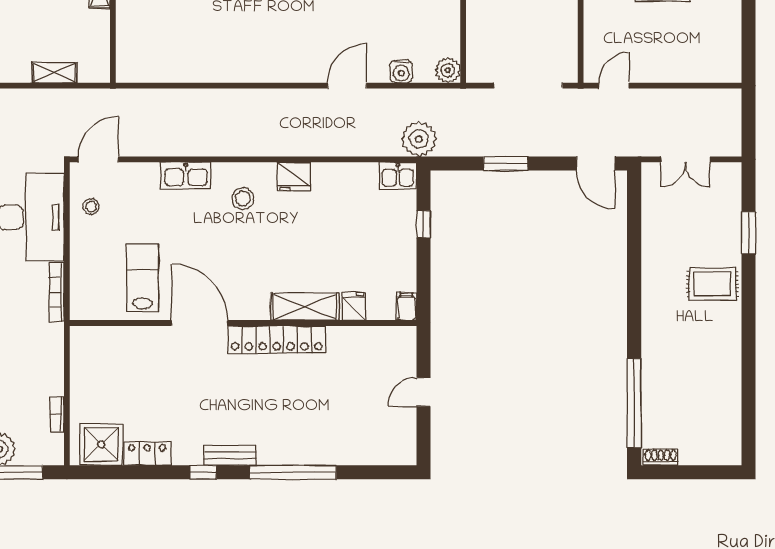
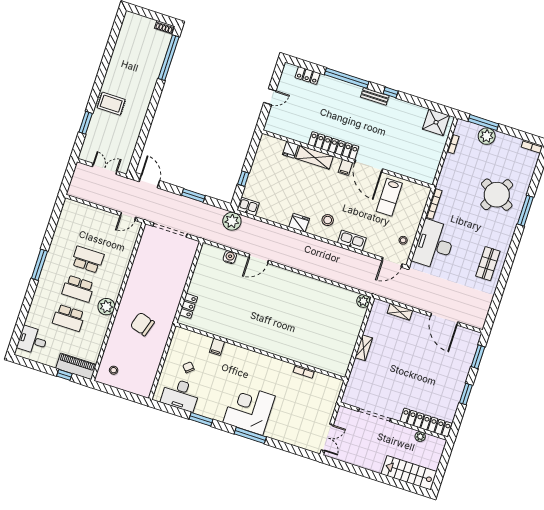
plant: (448, 70) -> (363, 301), moved
filing cabinet: (406, 307) -> (345, 167), moved
locker: (147, 454) -> (308, 75), moved

